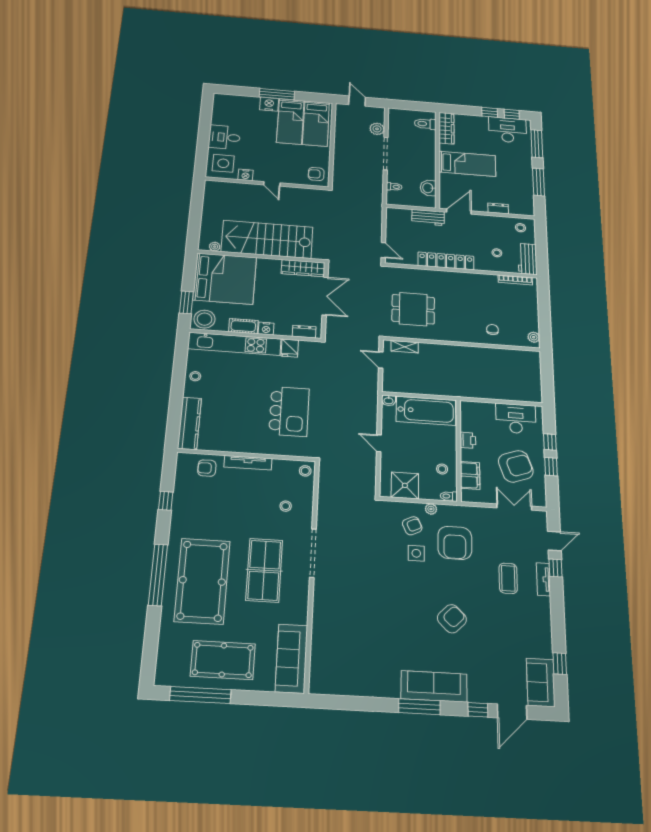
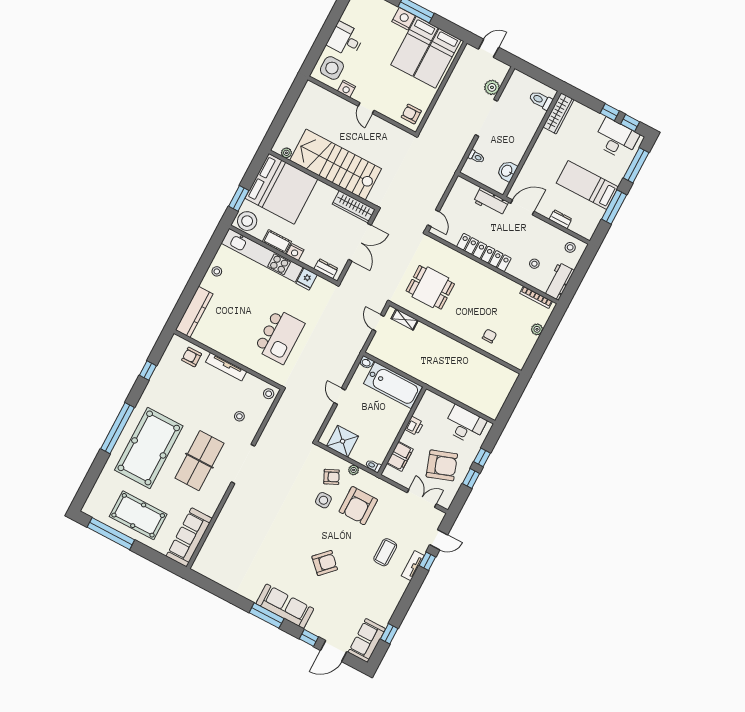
door: (357, 101) -> (489, 48), hinge flipped
bed: (467, 164) -> (587, 185), moved, turned 180
plant: (534, 337) -> (537, 329), moved
stool: (442, 469) -> (380, 441), removed

